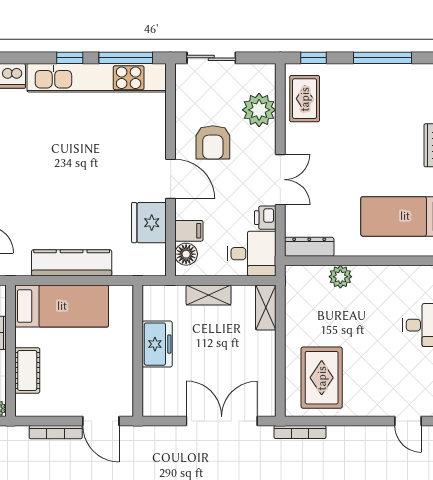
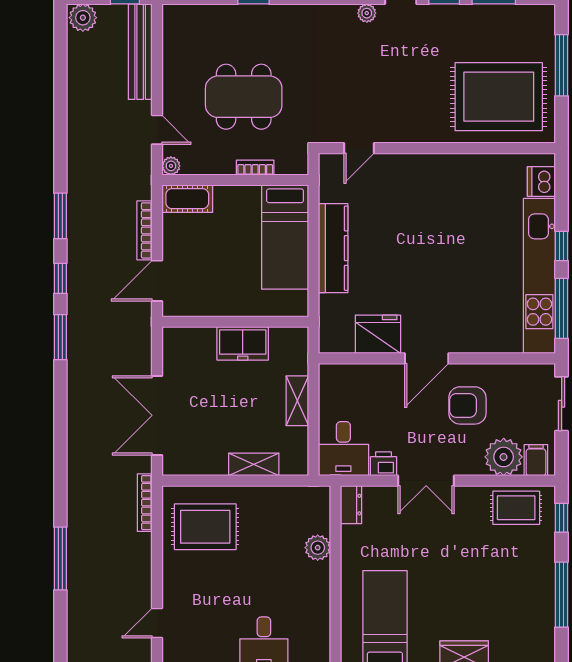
filing cabinet: (189, 231) -> (536, 460), moved, turned 180
dresser: (309, 247) -> (351, 505), width x0.70
floor lamp: (186, 254) -> (343, 376), removed
shelving: (266, 308) -> (254, 464), moved
cot: (27, 370) -> (187, 199), moved
double door: (222, 421) -> (157, 415), swing flipped

